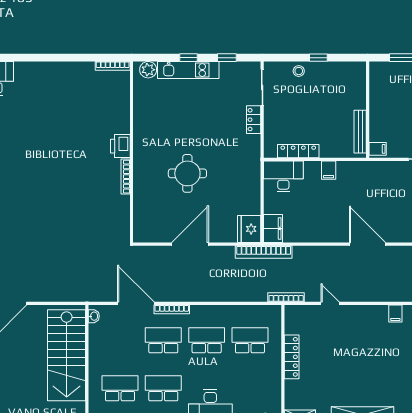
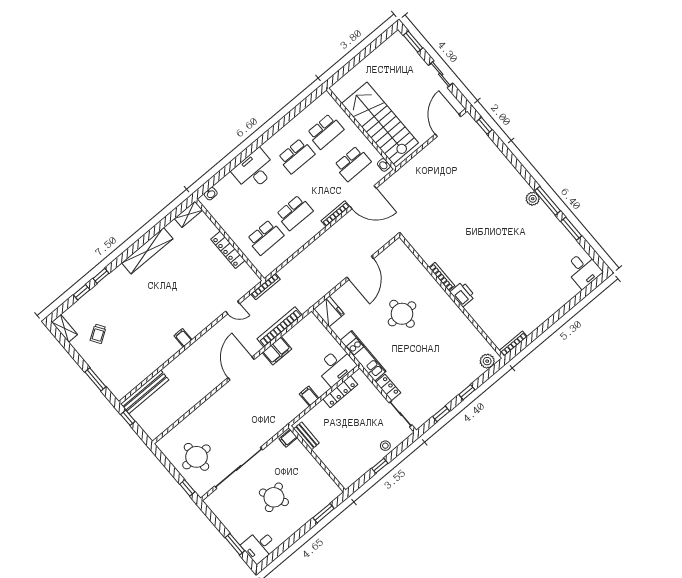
kitchen unit: (188, 70) -> (363, 356), moved, turned 90
bench: (360, 132) -> (306, 436), width x0.73
filing cabinet: (273, 228) -> (277, 351), moved, turned -90
door: (367, 244) -> (241, 369), swing flipped
bookcase: (264, 252) -> (280, 327), moved
school desk: (163, 340) -> (353, 164), moved

